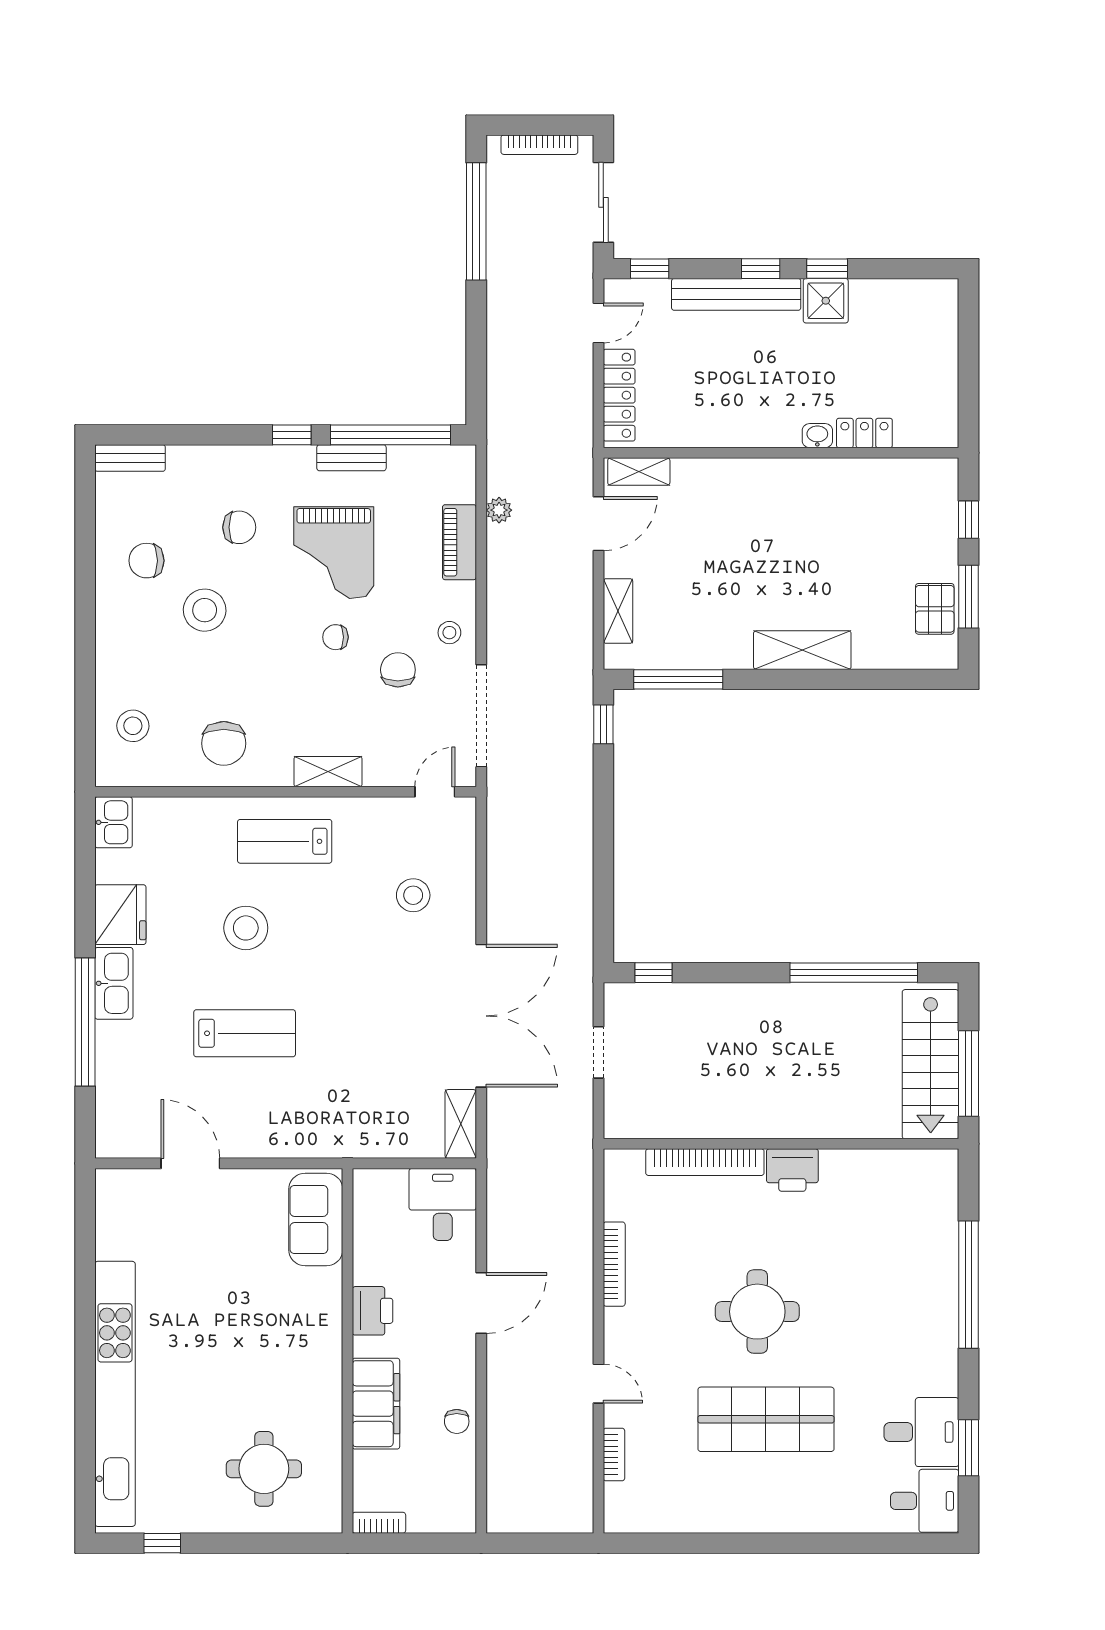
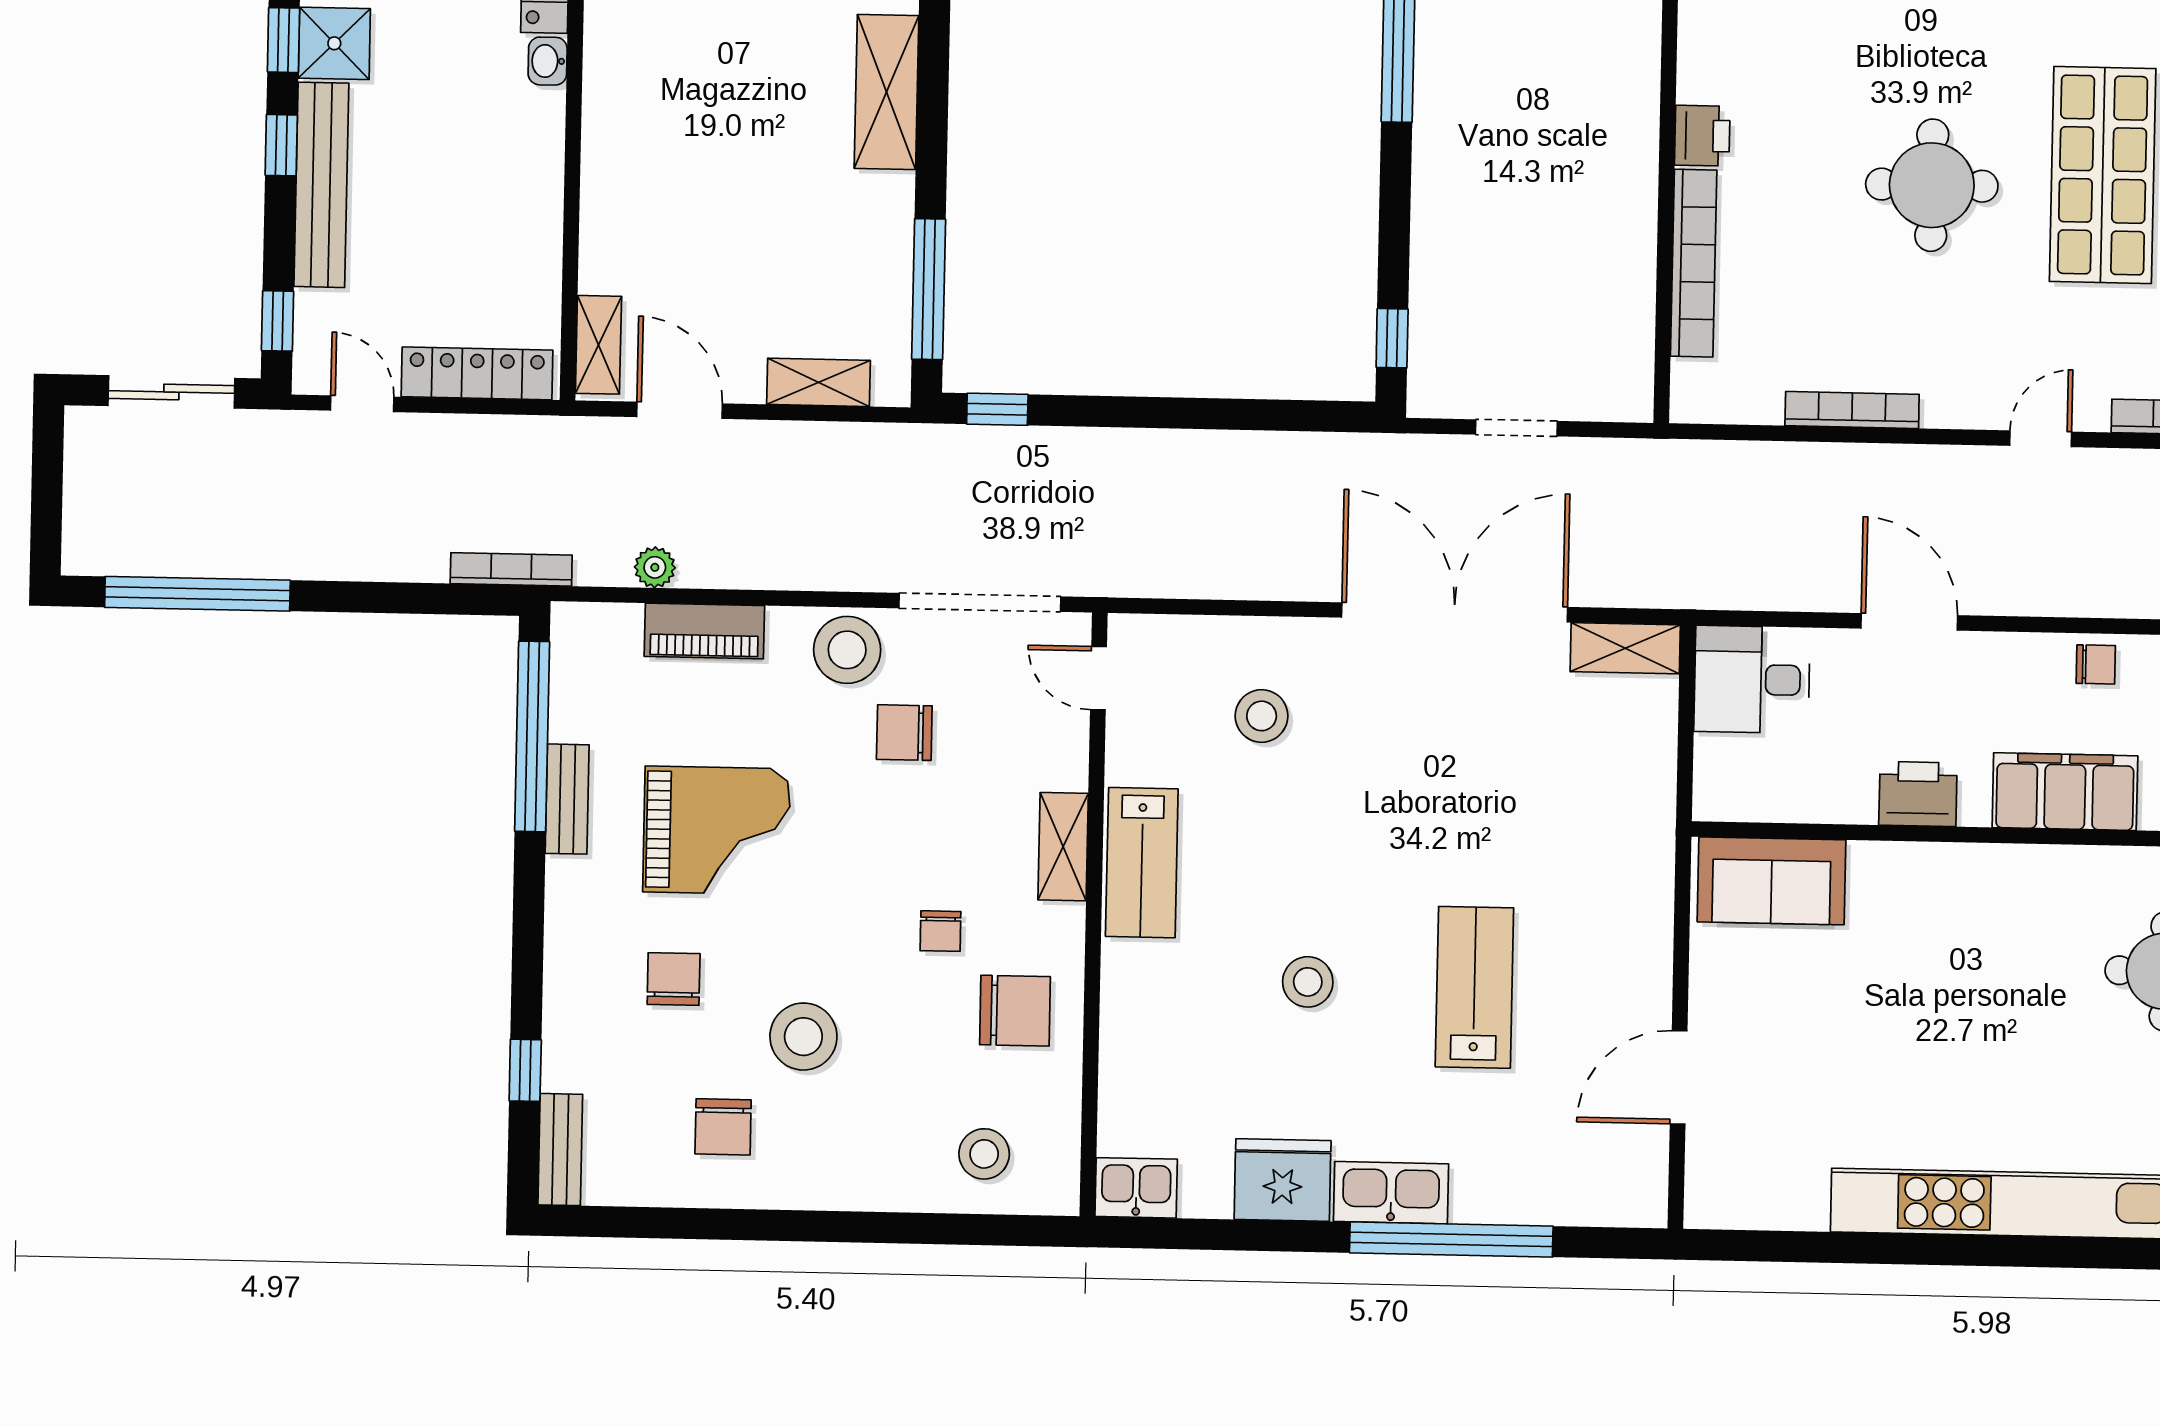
bookcase: (539, 145) -> (511, 569), moved, turned -90
window: (292, 435) -> (525, 1070), moved
stool: (449, 633) -> (847, 650), width x1.89, depth x1.89
chair: (335, 637) -> (940, 931), moved
lab bench: (285, 841) -> (1142, 863), moved
stool: (246, 928) -> (1308, 982), width x0.73, depth x0.73
printer: (792, 1170) -> (1702, 136), width x0.73, depth x0.81

